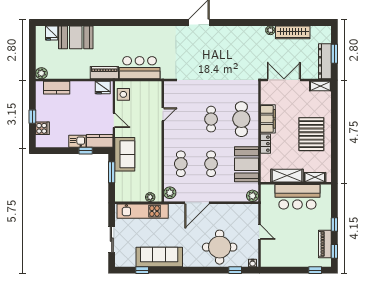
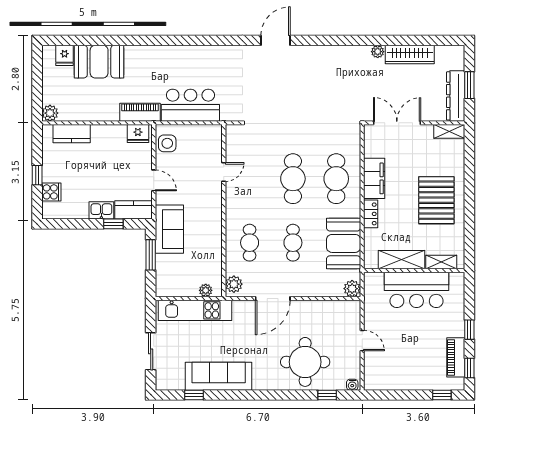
cafe table: (211, 119) -> (293, 179), width x1.37, depth x1.35

